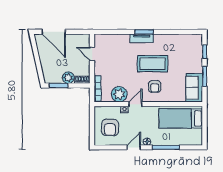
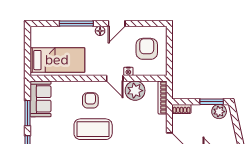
plant: (68, 78) -> (219, 112), moved
door: (135, 104) -> (115, 78), hinge flipped

